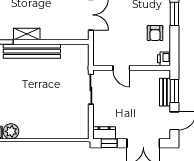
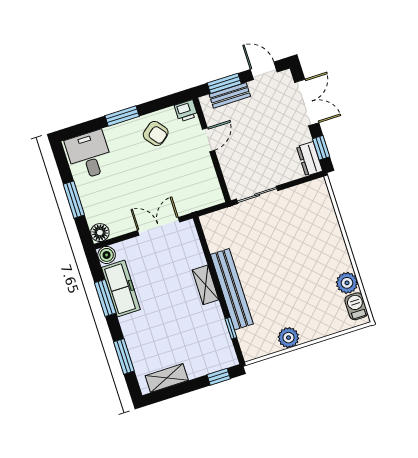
armchair: (155, 33) -> (156, 134), turned 52
shelving: (27, 34) -> (205, 285), moved
door: (121, 68) -> (208, 140), moved

